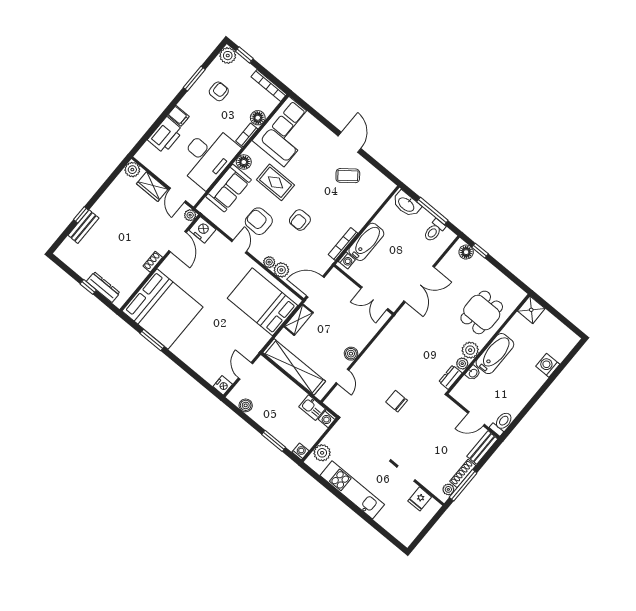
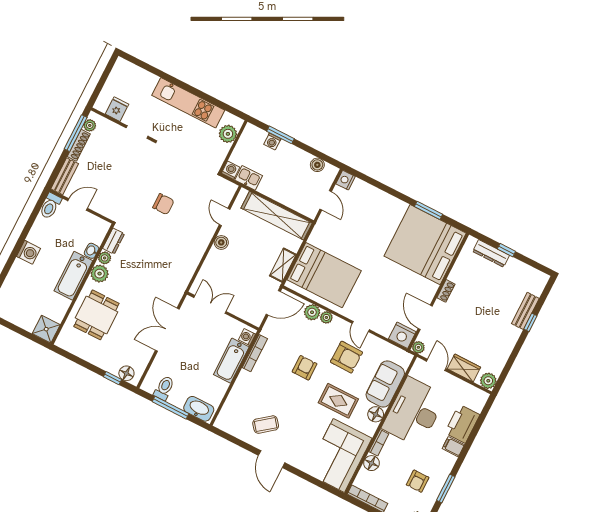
washing machine: (548, 365) -> (28, 252), moved
washing machine: (300, 451) -> (272, 141), moved

